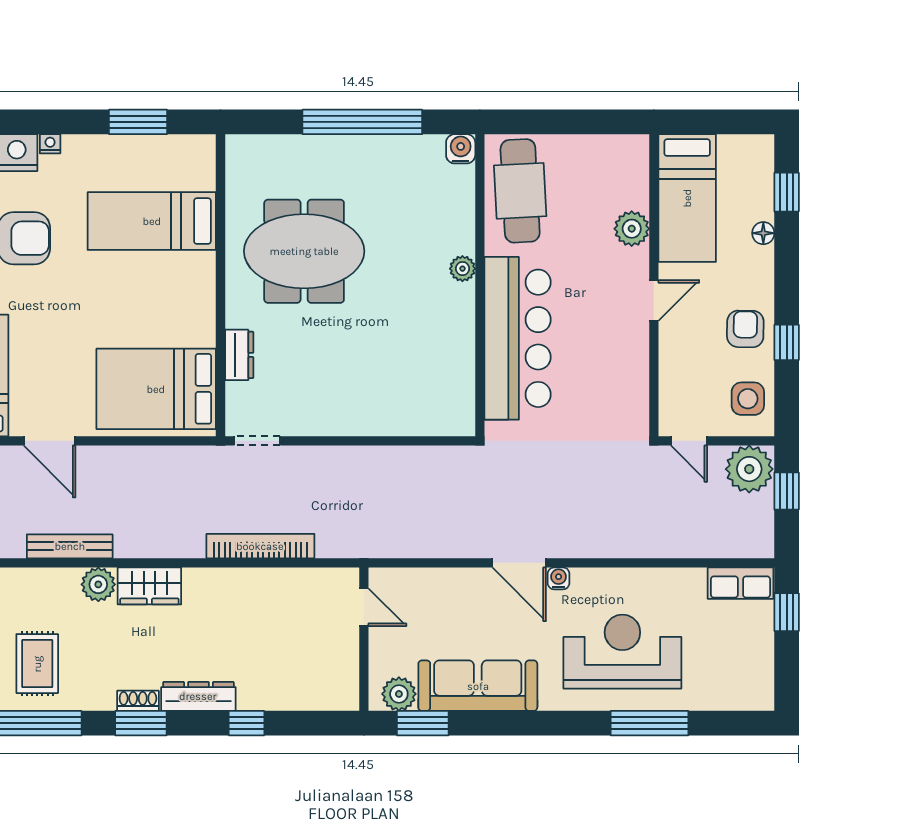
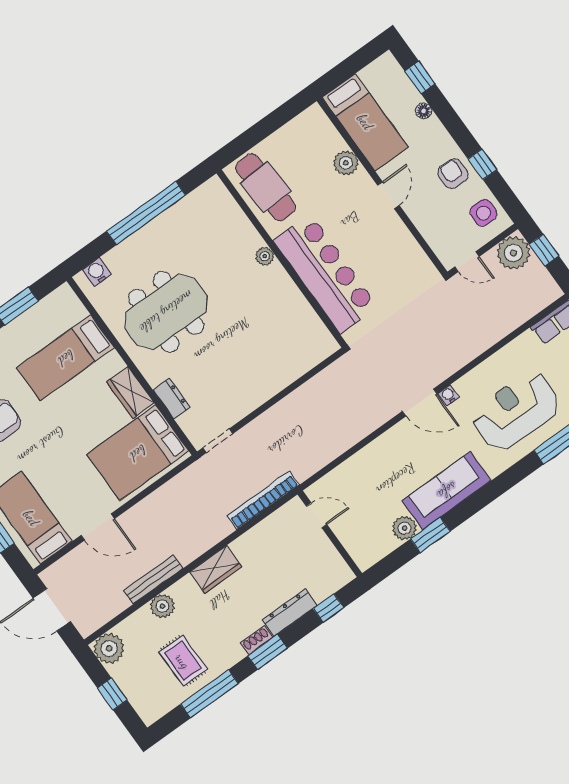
water cooler: (461, 149) -> (97, 272), moved
wardrobe: (197, 314) -> (130, 392), added
plant: (98, 584) -> (162, 606), moved
door: (364, 607) -> (317, 515), moved
wall: (364, 639) -> (330, 534), moved

